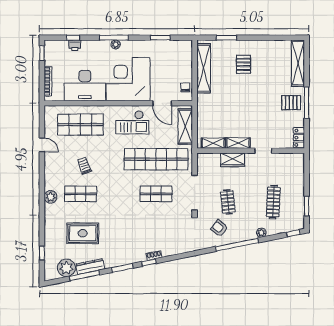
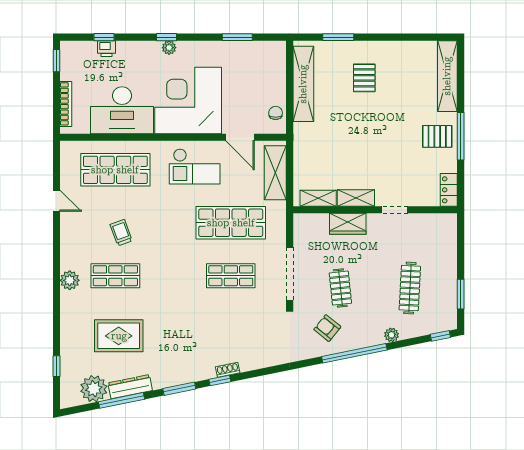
window: (114, 38) -> (166, 37), width x0.46
shop shelf: (156, 159) -> (231, 223), width x0.71

